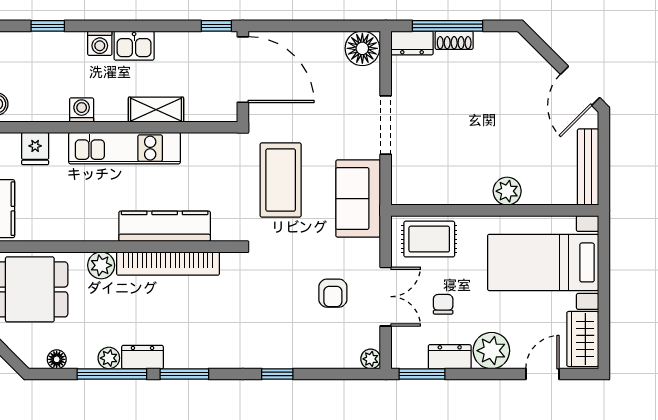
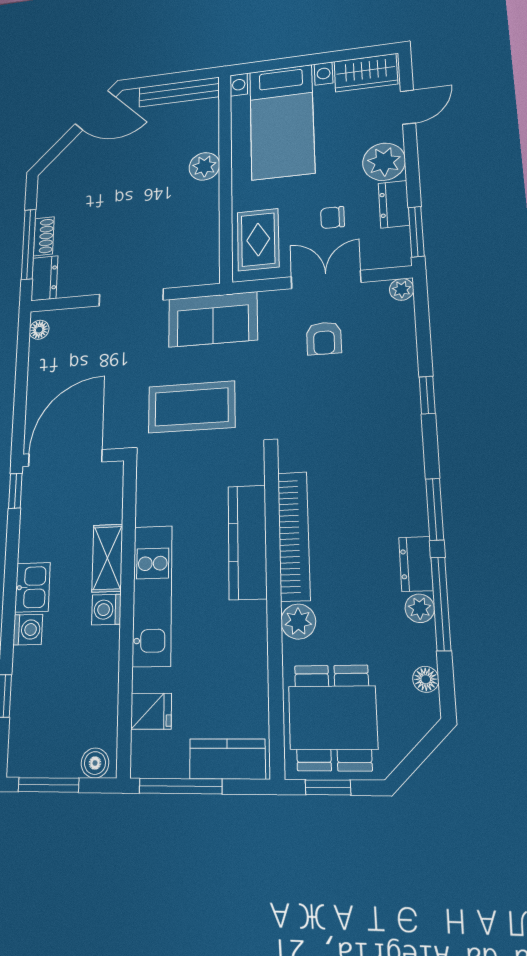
floor lamp: (362, 48) -> (39, 330), width x0.53, depth x0.53
washing machine: (82, 110) -> (106, 610), moved
armchair: (333, 293) -> (324, 338), turned 90
door: (542, 374) -> (408, 107), swing flipped

